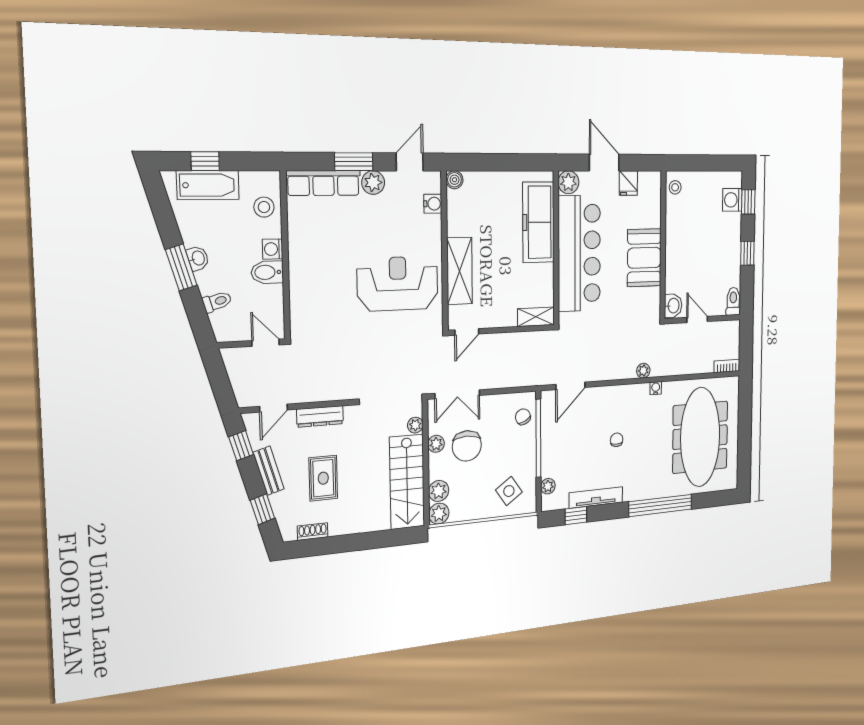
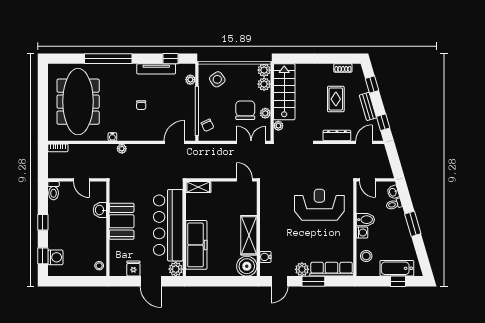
boiler: (454, 180) -> (247, 266), width x1.86, depth x1.86
washbasin: (198, 258) -> (393, 192), moved
shelving: (460, 271) -> (249, 235), moved
reception desk: (398, 284) -> (319, 205), moved, turned 180
washbasin: (673, 306) -> (100, 210), moved
door: (467, 332) -> (245, 180), hinge flipped

